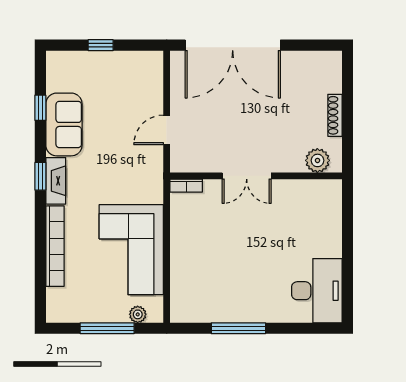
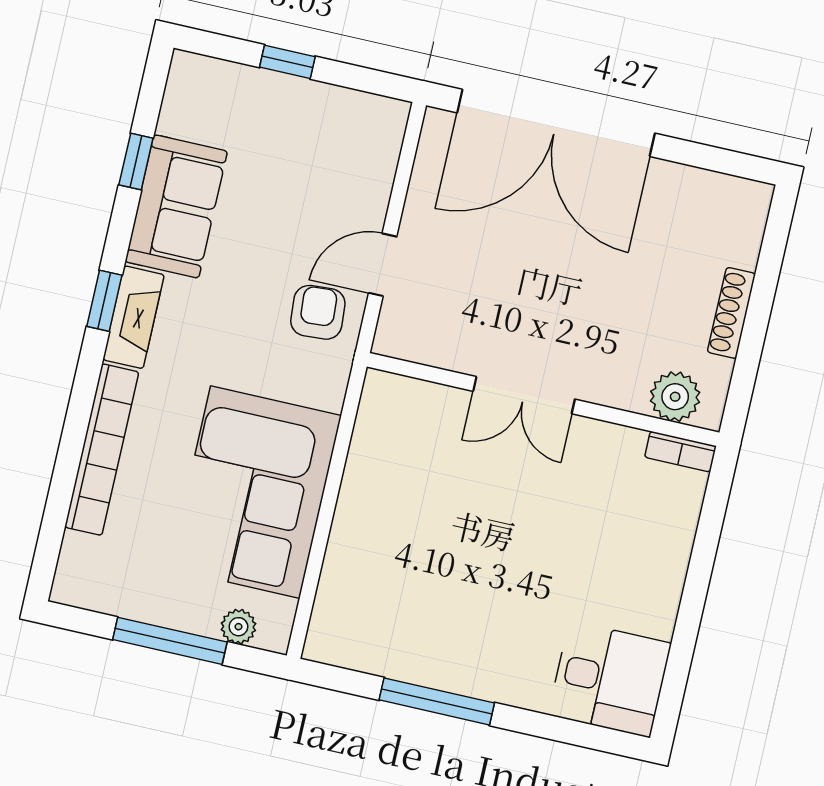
armchair: (141, 159) -> (318, 312), added
bookcase: (186, 186) -> (681, 452), moved
desk: (317, 291) -> (610, 679), width x0.73

